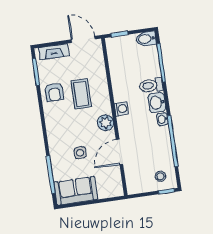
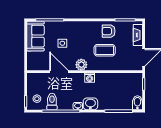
toilet: (151, 85) -> (52, 102), moved

